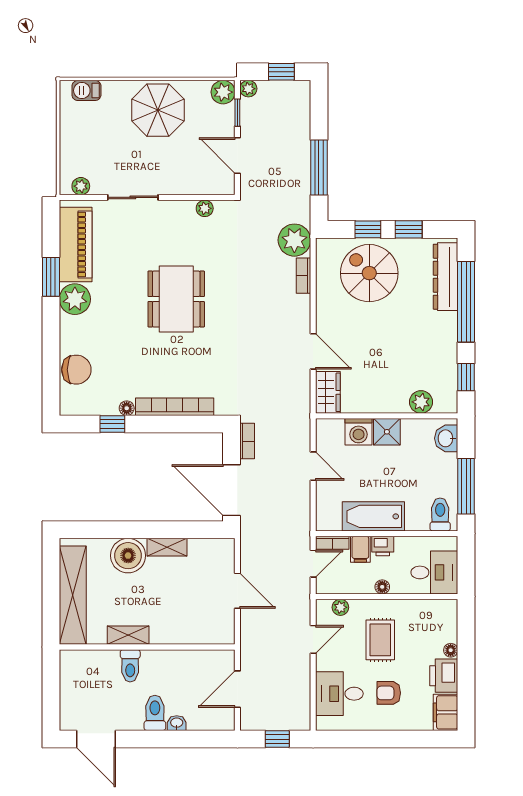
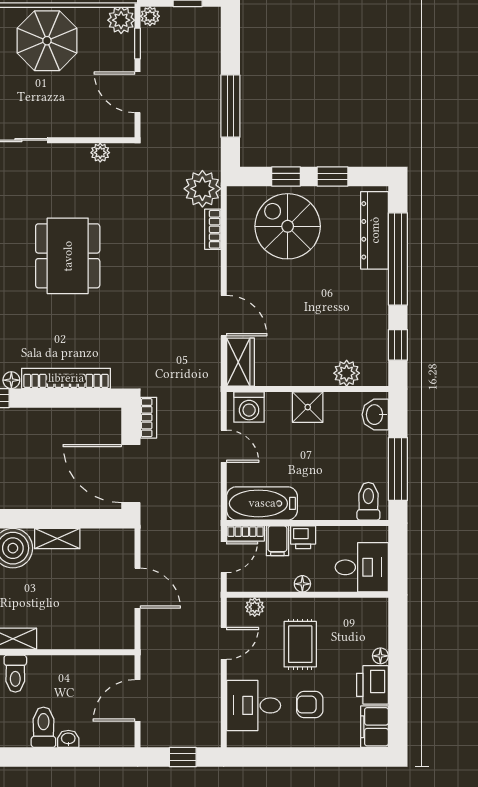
washing machine: (359, 432) -> (249, 407), moved
bathtub: (373, 516) -> (262, 503), moved

